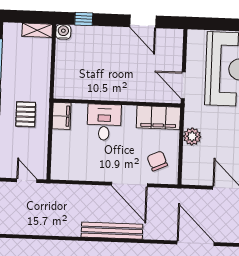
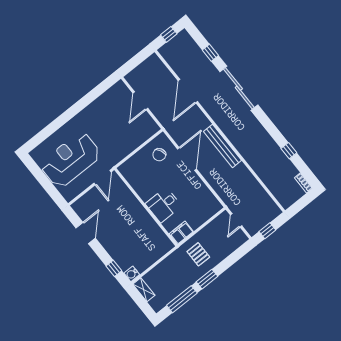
pallet: (26, 114) -> (198, 254), turned 90
filing cabinet: (158, 118) -> (134, 176), removed
plant: (192, 136) -> (128, 147), removed

